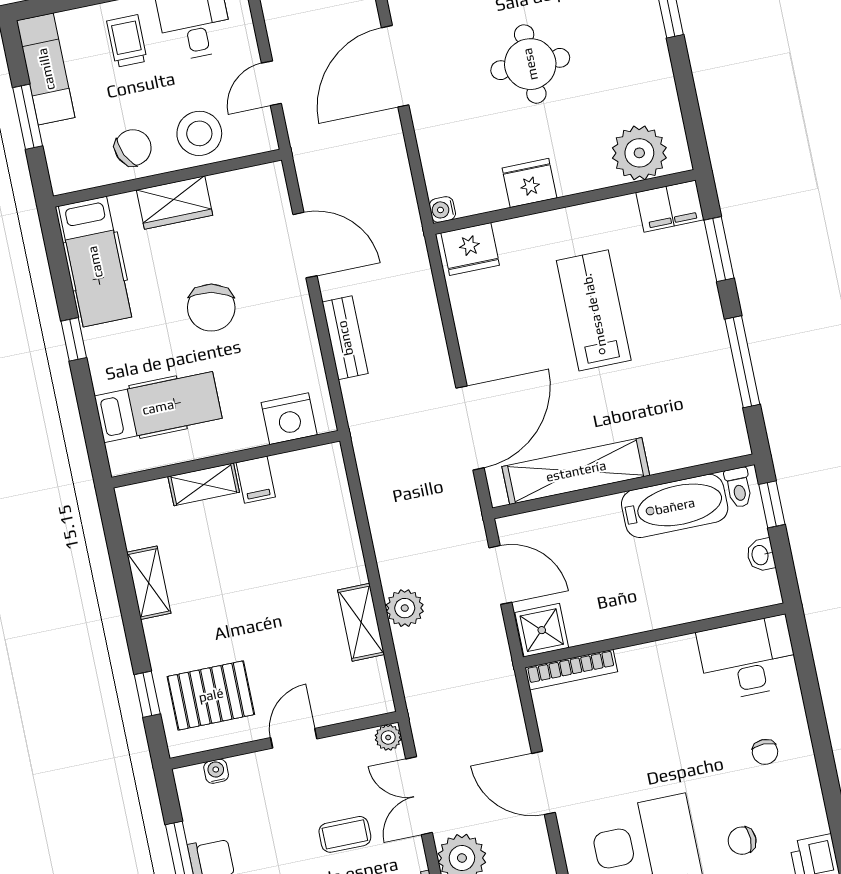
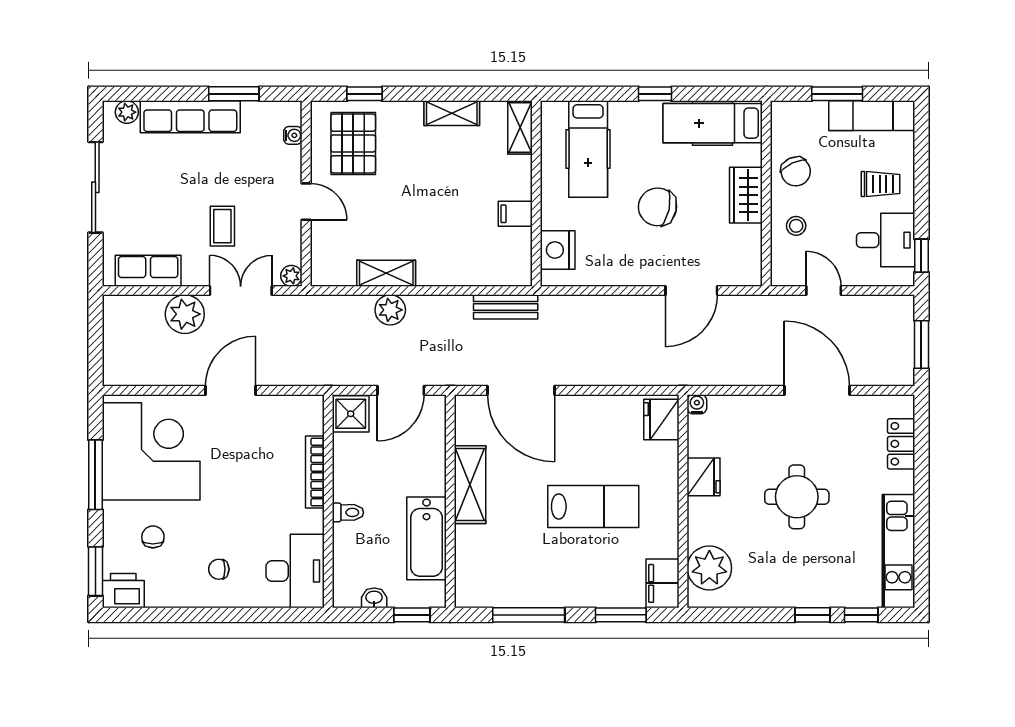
stool: (199, 133) -> (796, 226), width x0.53, depth x0.53
bench: (345, 338) -> (506, 307), moved
shelving: (576, 471) -> (470, 485), width x0.68
shelving: (204, 484) -> (520, 127), moved
toilet: (739, 488) -> (348, 512), moved, turned 180
bookcase: (571, 670) -> (315, 472), moved

